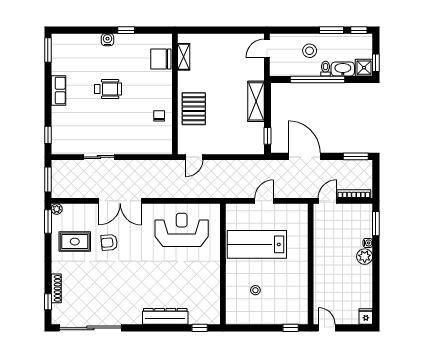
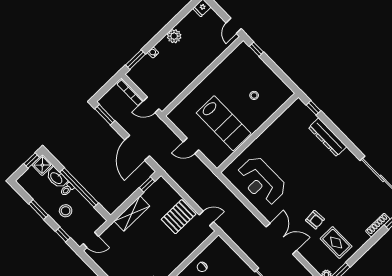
window: (359, 30) -> (63, 235), moved
pallet: (194, 109) -> (179, 217), moved
plant: (365, 257) -> (174, 36), moved

